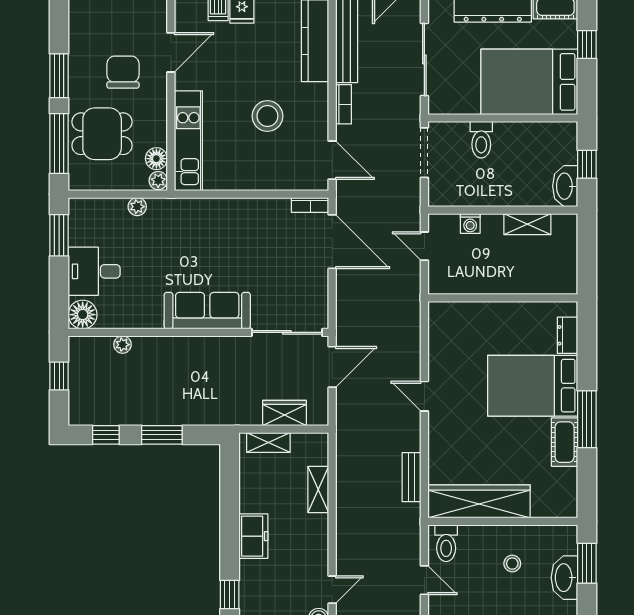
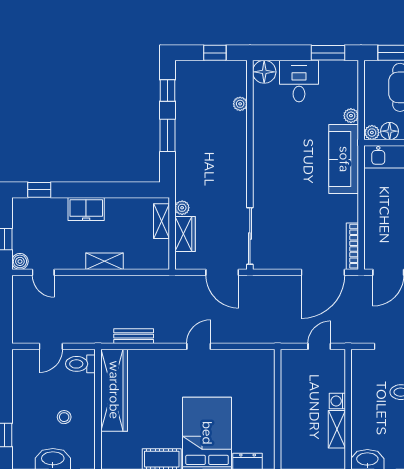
bookcase: (310, 205) -> (352, 246), width x1.56
washing machine: (470, 224) -> (337, 401), moved
sofa: (207, 311) -> (344, 159), moved, turned 180
plant: (252, 417) -> (182, 208), added
shelving: (318, 489) -> (104, 261), moved

